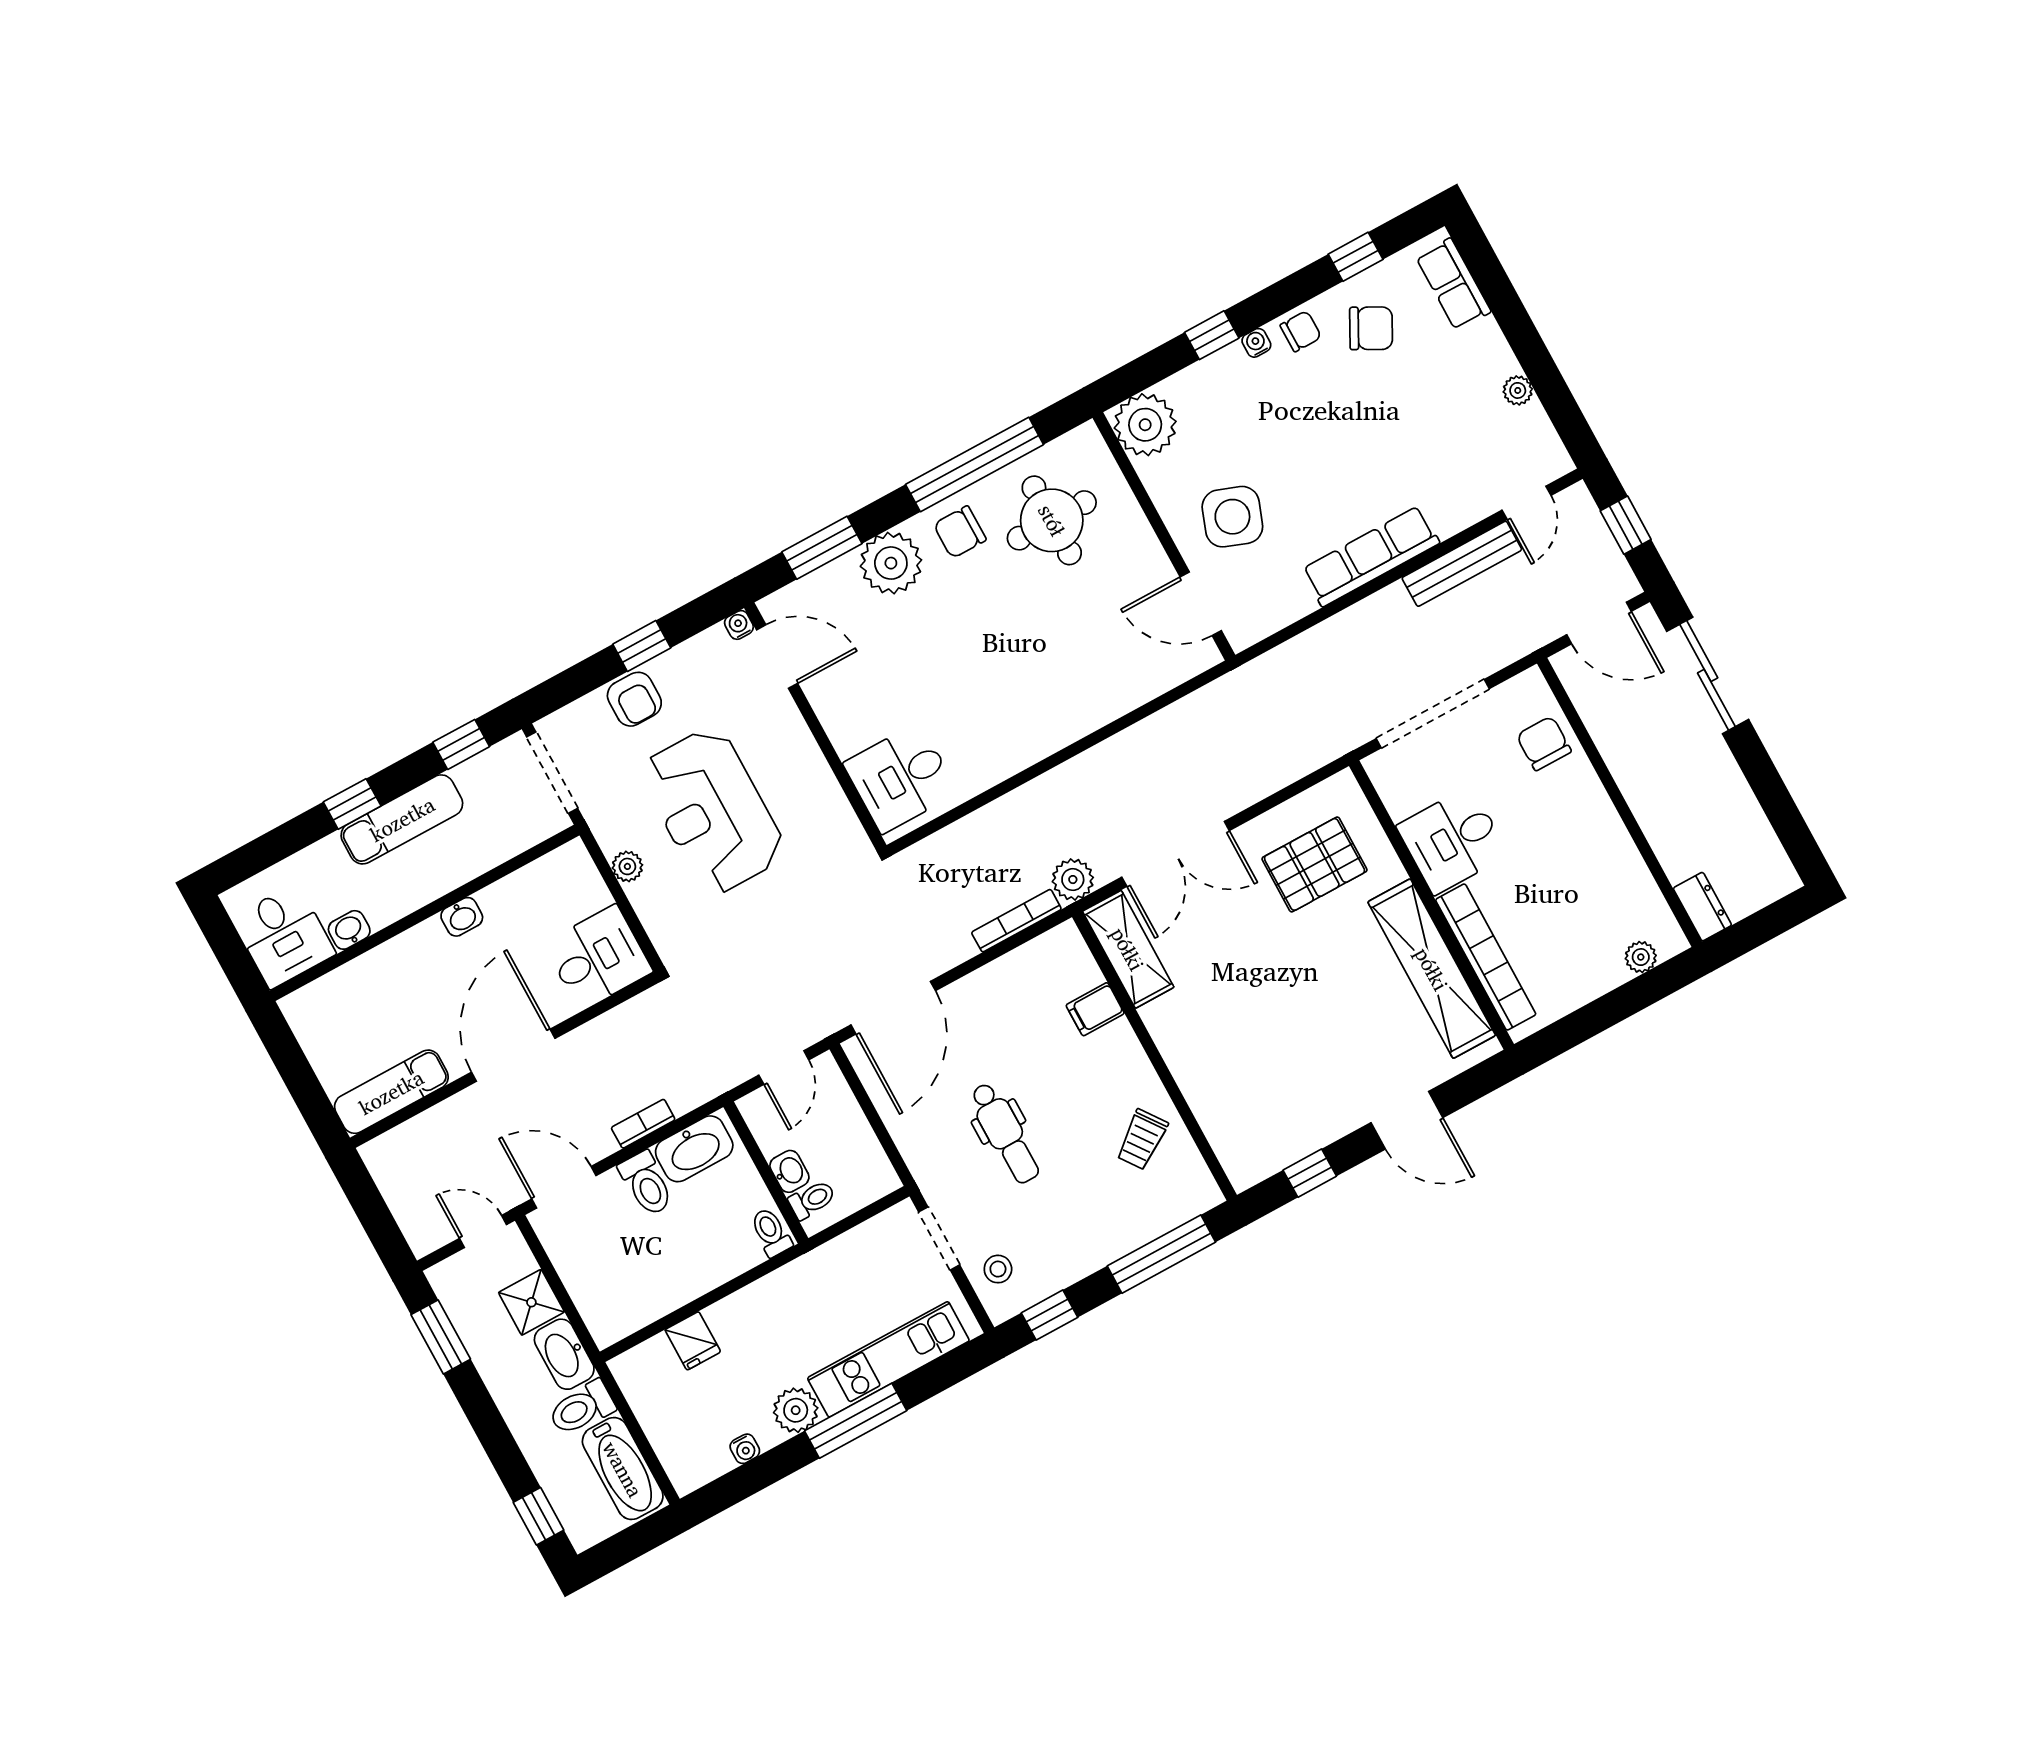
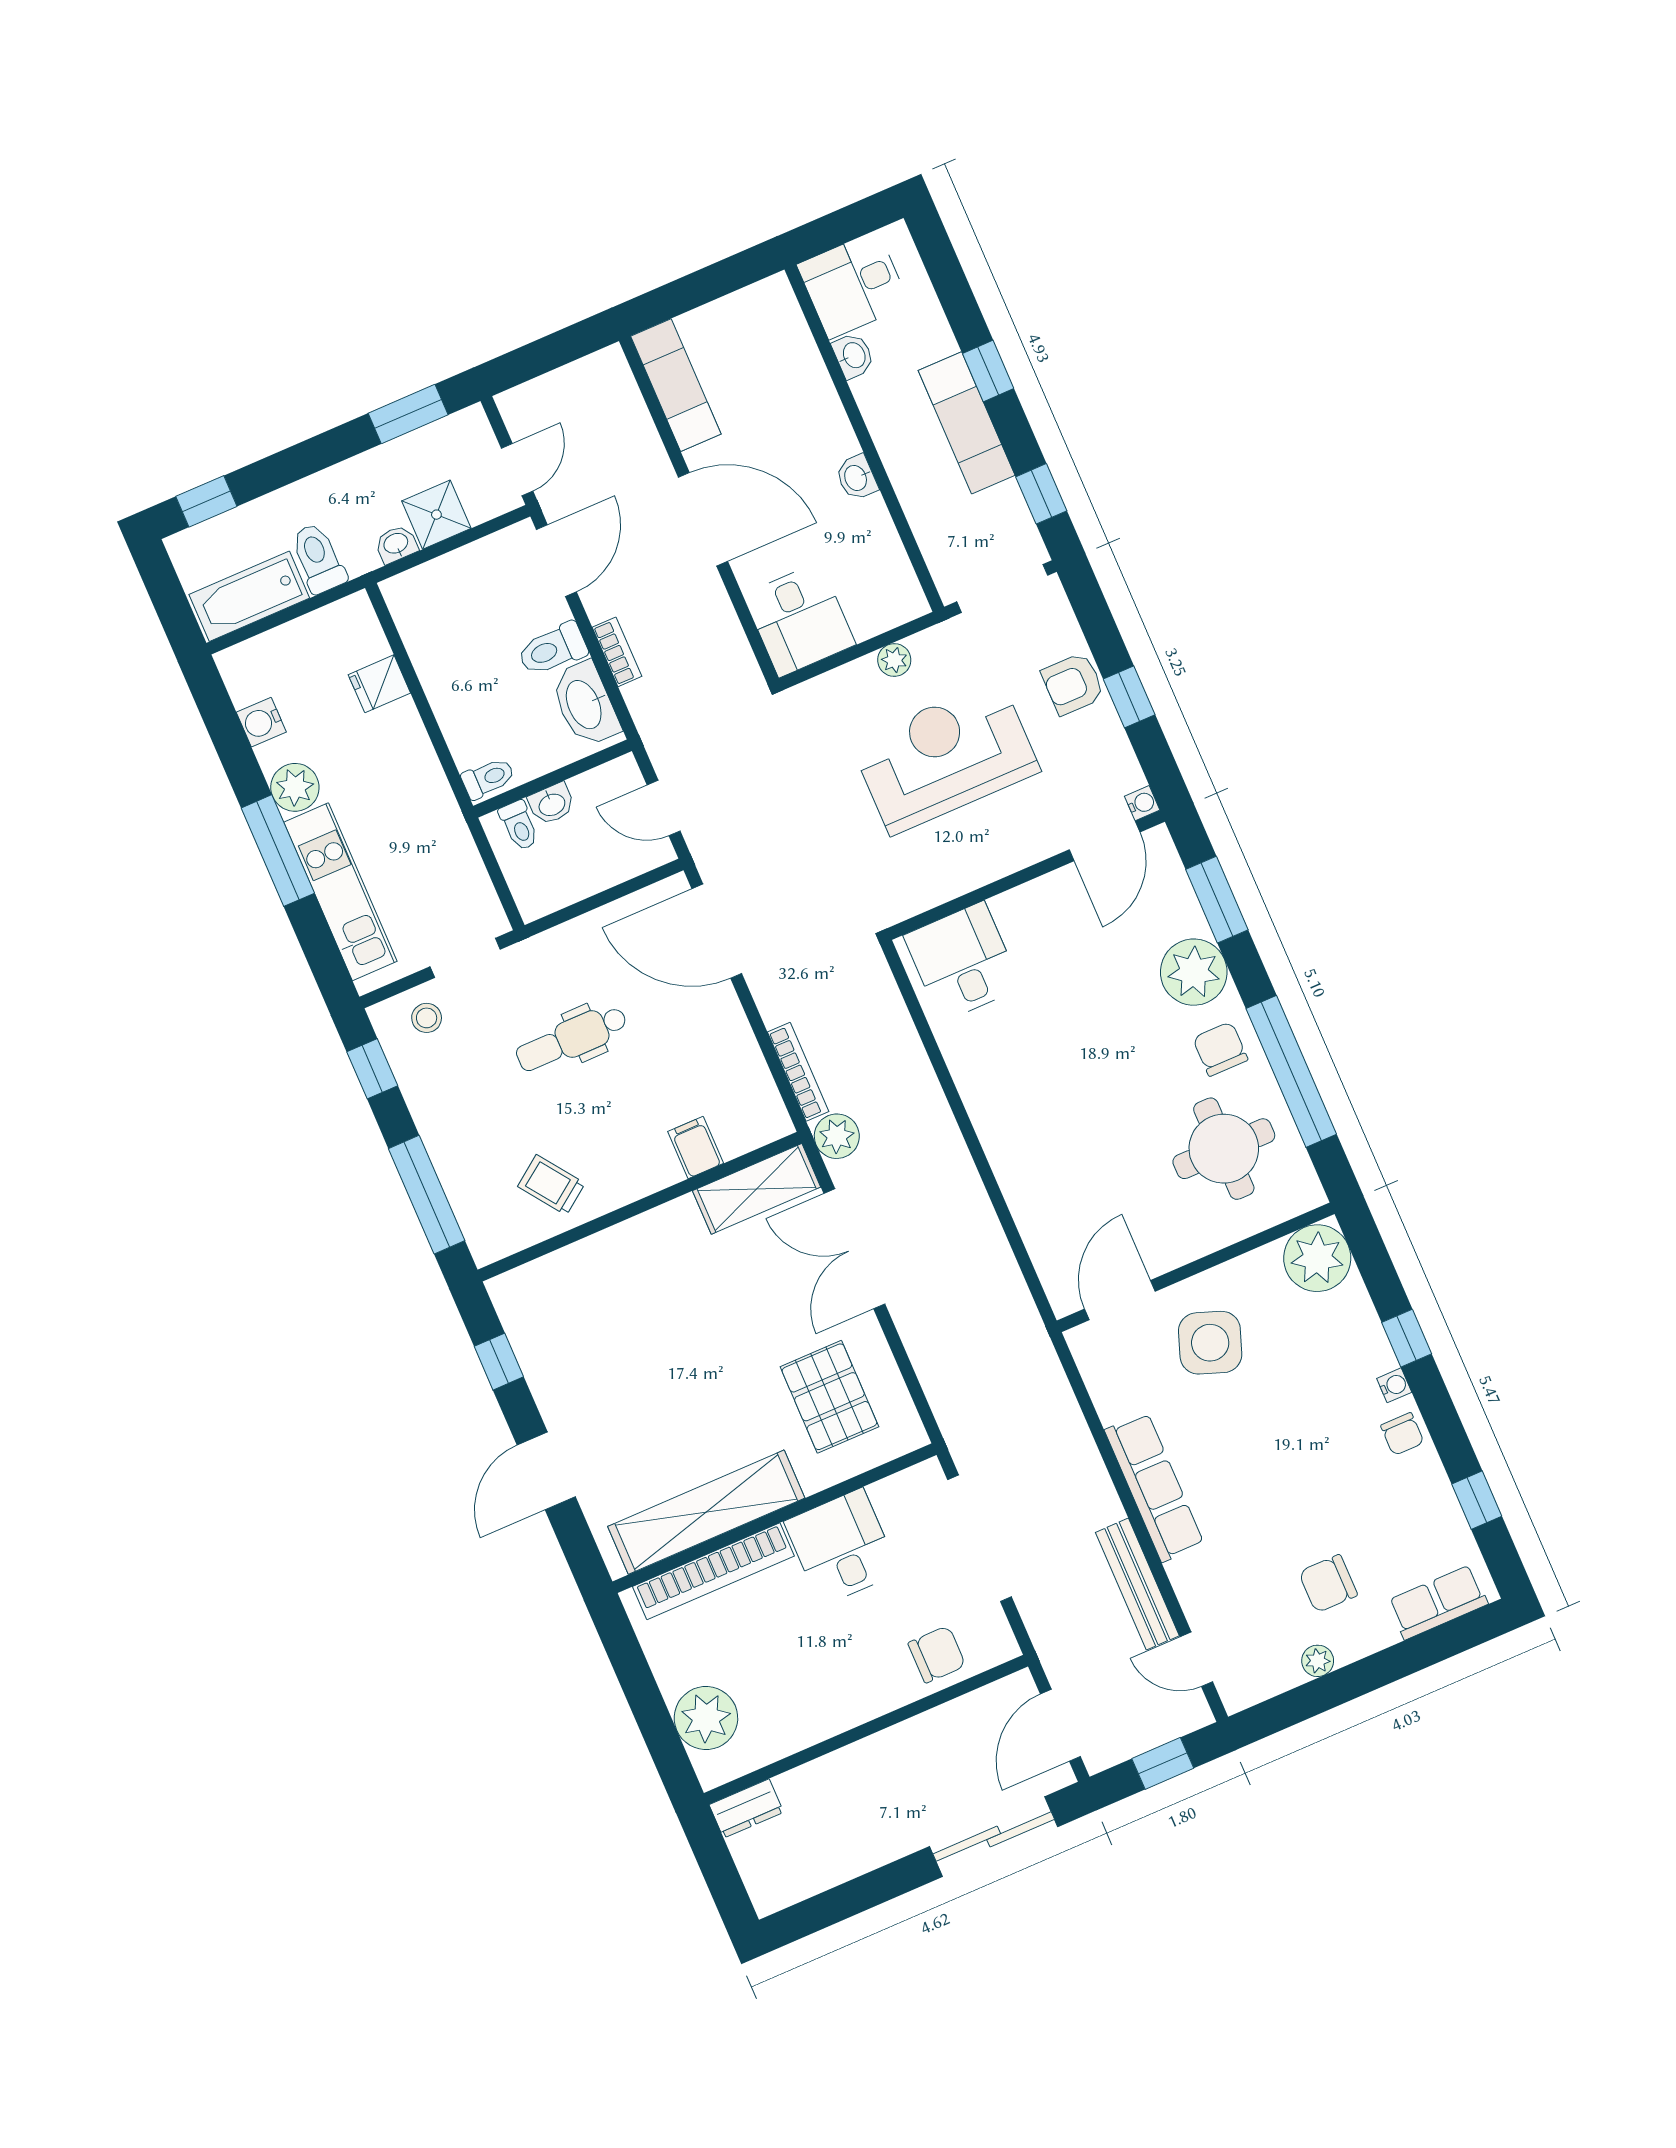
chair: (1371, 328) -> (1328, 1584), moved, turned 62
plant: (1641, 957) -> (706, 1718), width x1.87, depth x1.87
washbasin: (564, 1354) -> (396, 544), width x0.52, depth x0.69
water cooler: (745, 1449) -> (261, 722), width x1.38, depth x1.38

